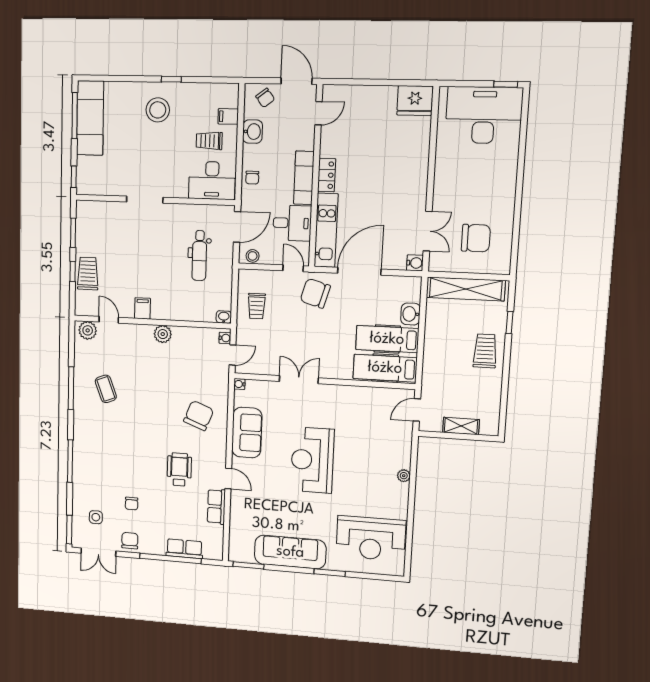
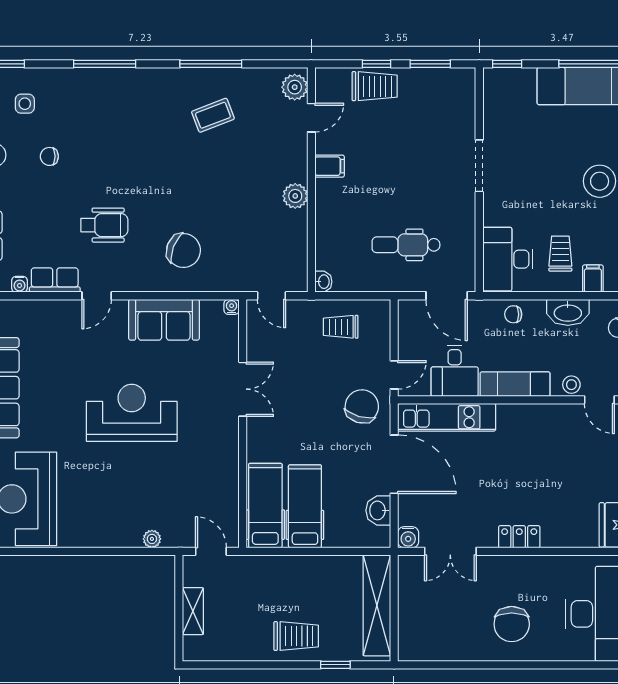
washbasin: (252, 132) -> (568, 312), width x1.38
locker: (327, 175) -> (519, 537), moved, turned 180
chair: (476, 238) -> (512, 624), moved
stool: (253, 256) -> (571, 385), moved
washbasin: (411, 314) -> (378, 510), moved, turned -90
water cooler: (225, 338) -> (19, 284), moved
plant: (404, 476) -> (152, 539), moved

